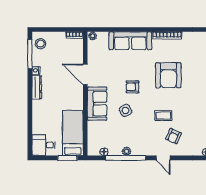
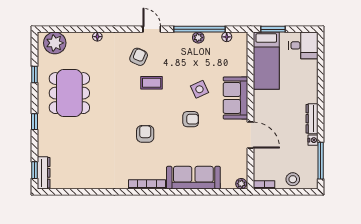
stool: (41, 44) -> (293, 179), moved
armchair: (168, 75) -> (145, 134), width x0.53, depth x0.53

